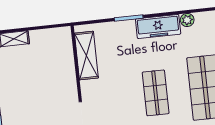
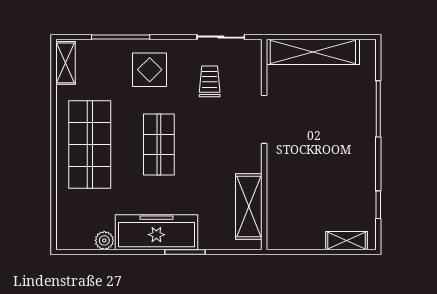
freezer: (158, 27) -> (156, 232), width x1.36, depth x1.26

